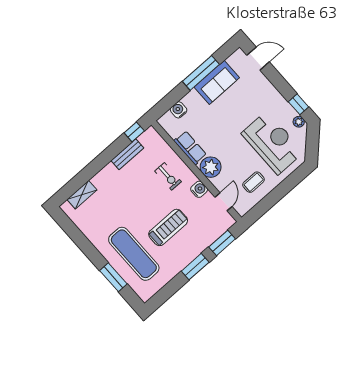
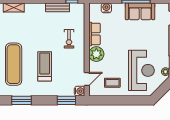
water cooler: (199, 189) -> (80, 91), moved
treadmill: (168, 227) -> (45, 66), turned -90
window: (195, 267) -> (21, 100), moved

